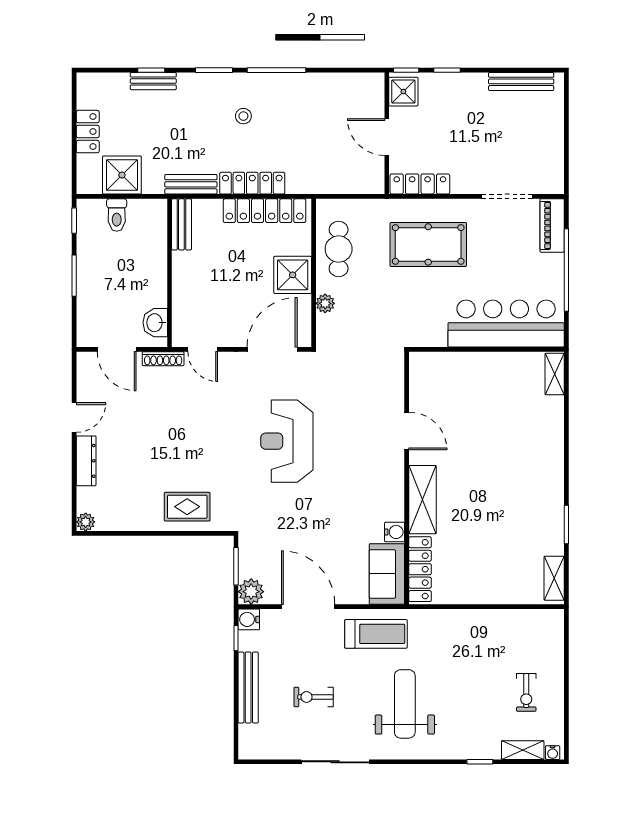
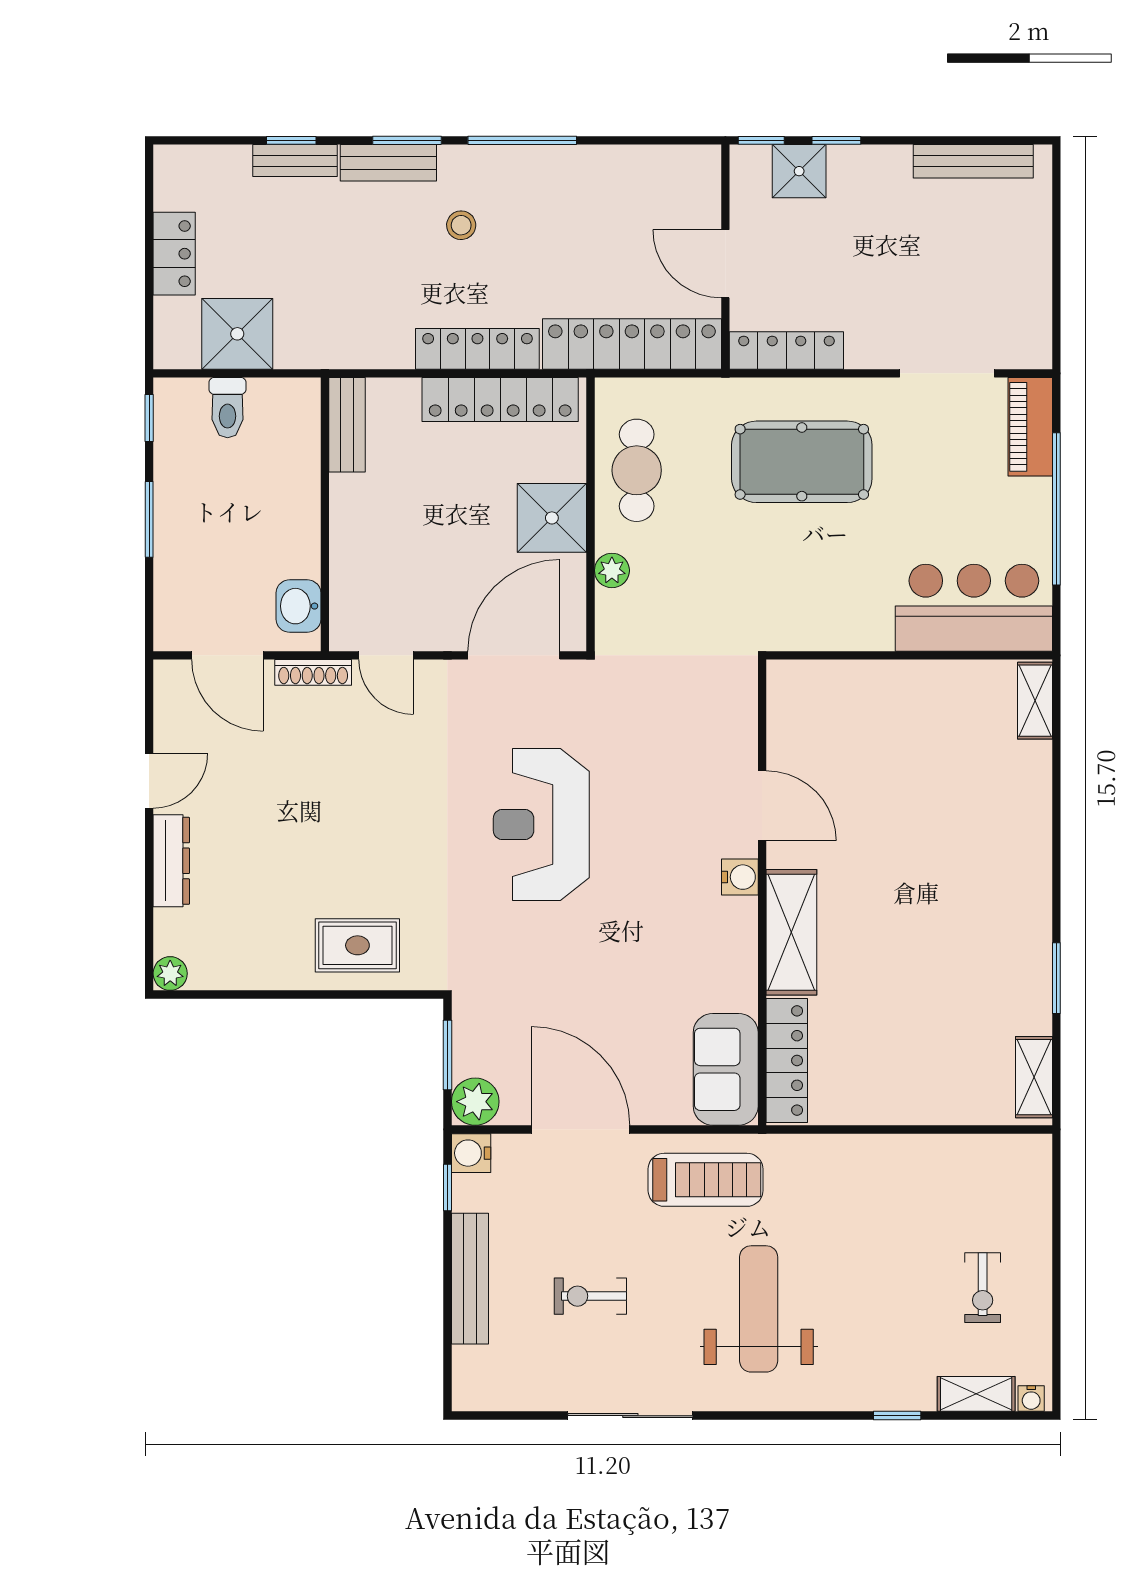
shower: (403, 92) -> (799, 171), moved
locker: (336, 181) -> (632, 344), added
bench: (191, 184) -> (388, 163), moved
bar counter: (506, 324) -> (974, 608), width x0.73
water cooler: (395, 532) -> (740, 877), moved

